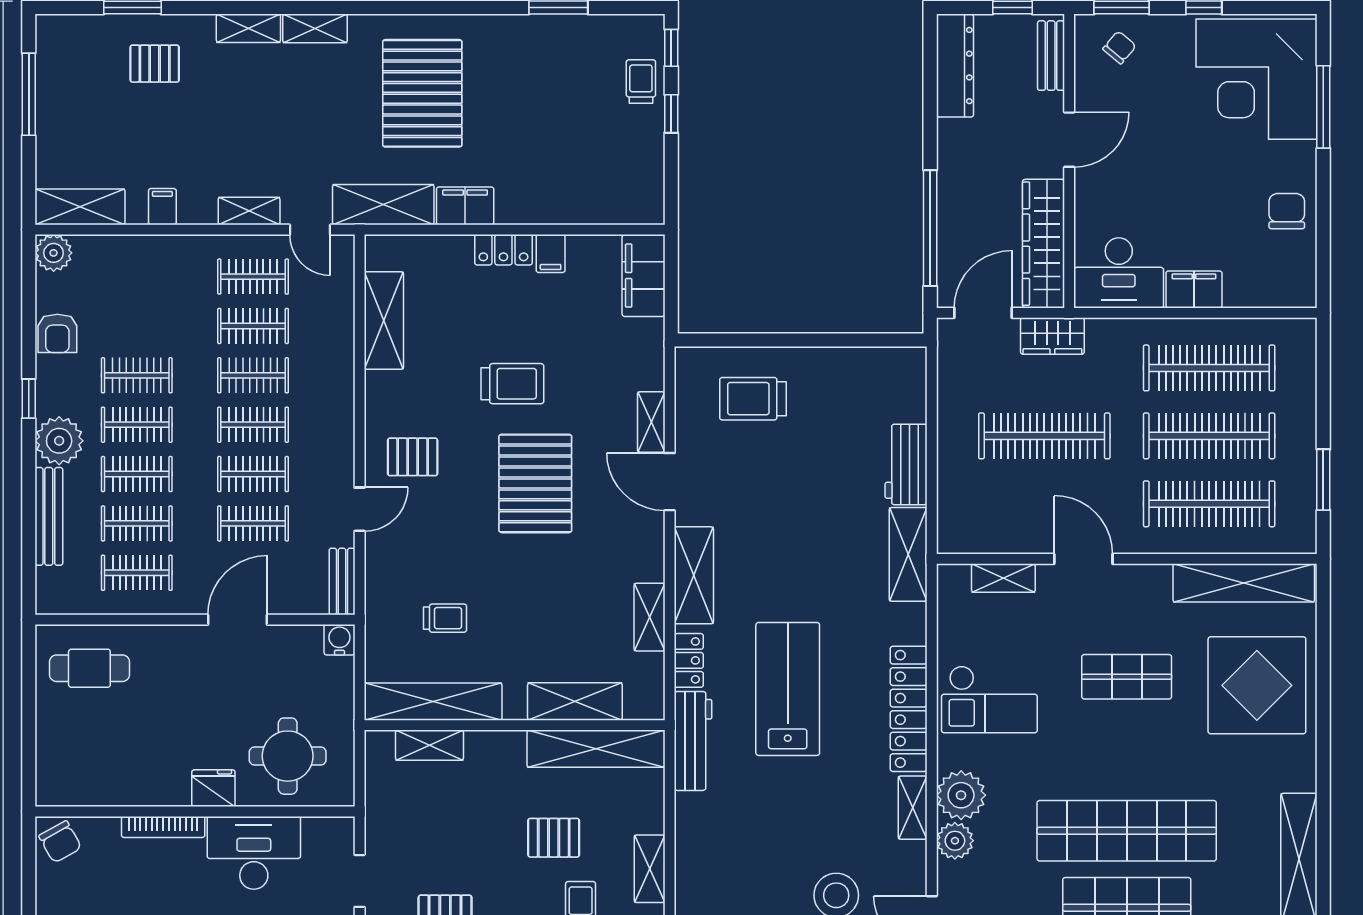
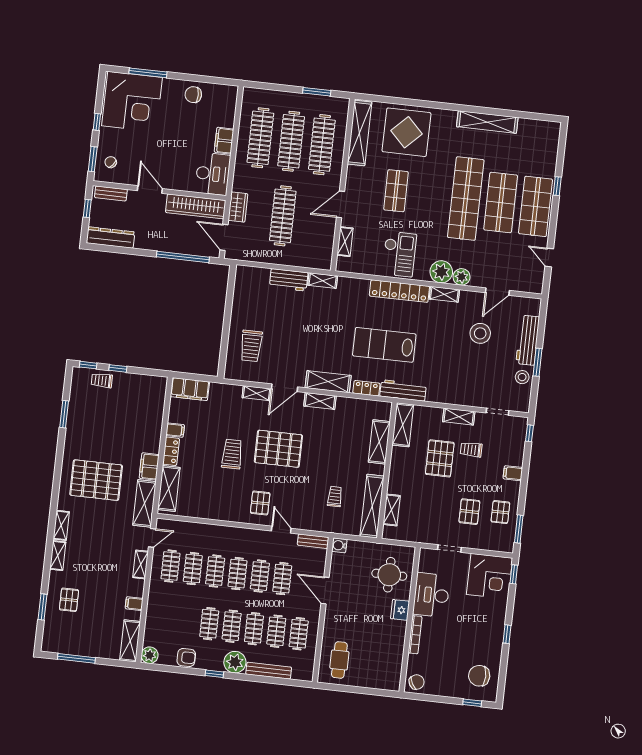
shelving: (384, 321) -> (169, 488), moved, turned 90
shelving: (908, 554) -> (323, 281), width x0.67, depth x0.75
shelving: (650, 617) -> (320, 401), moved
shelving: (596, 749) -> (403, 425), width x0.68
pallet: (554, 838) -> (440, 458), width x1.50, depth x1.42

